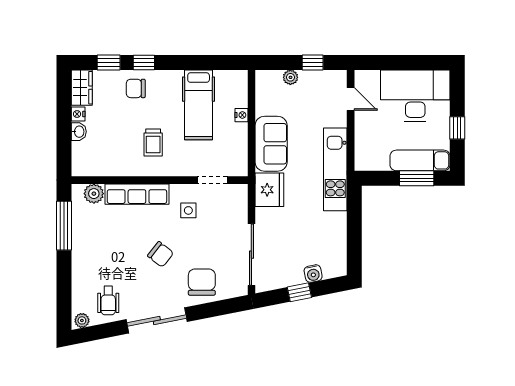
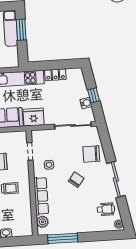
locker: (338, 231) -> (55, 75), added
water cooler: (313, 274) -> (86, 103), moved

